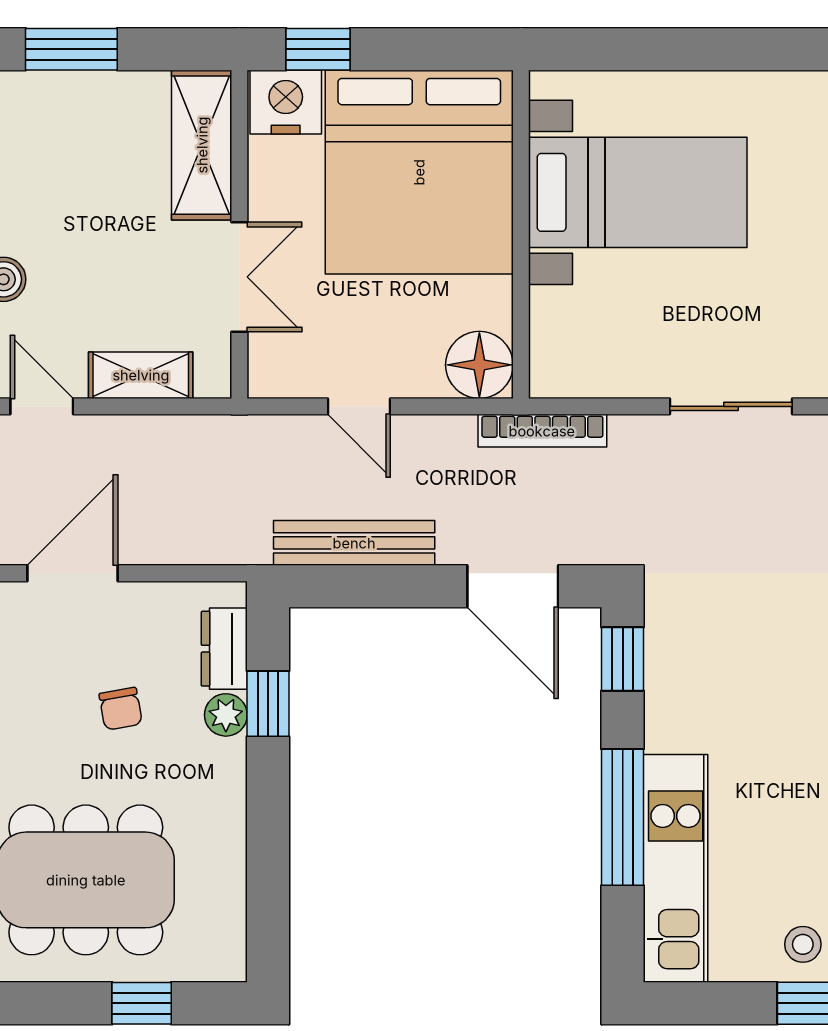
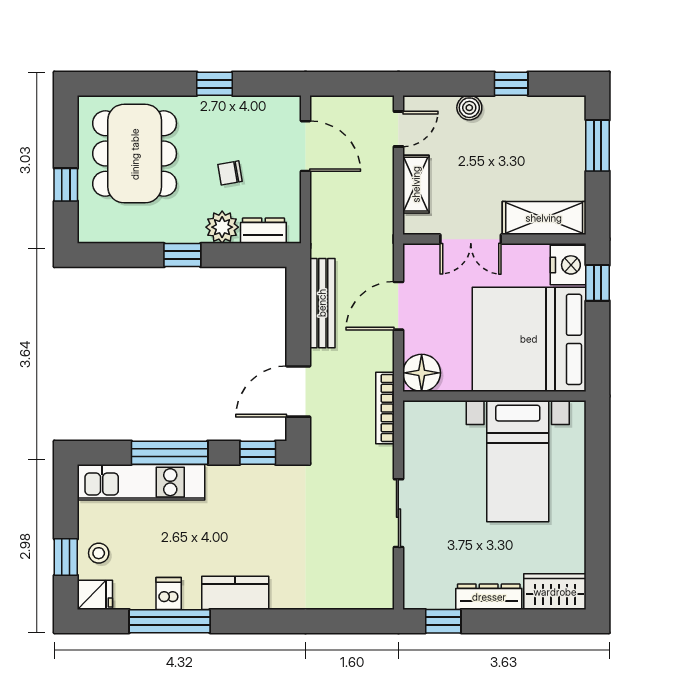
door: (359, 406) -> (398, 306), width x1.38
window: (268, 704) -> (182, 255), moved
plant: (226, 715) -> (222, 227), width x1.38, depth x1.38

